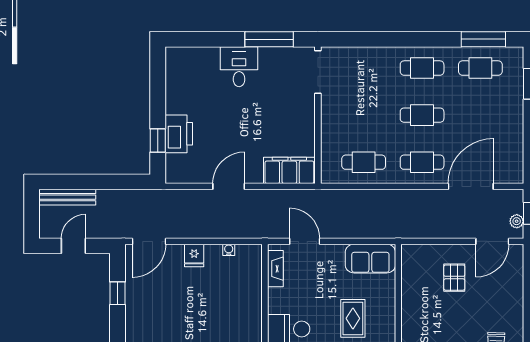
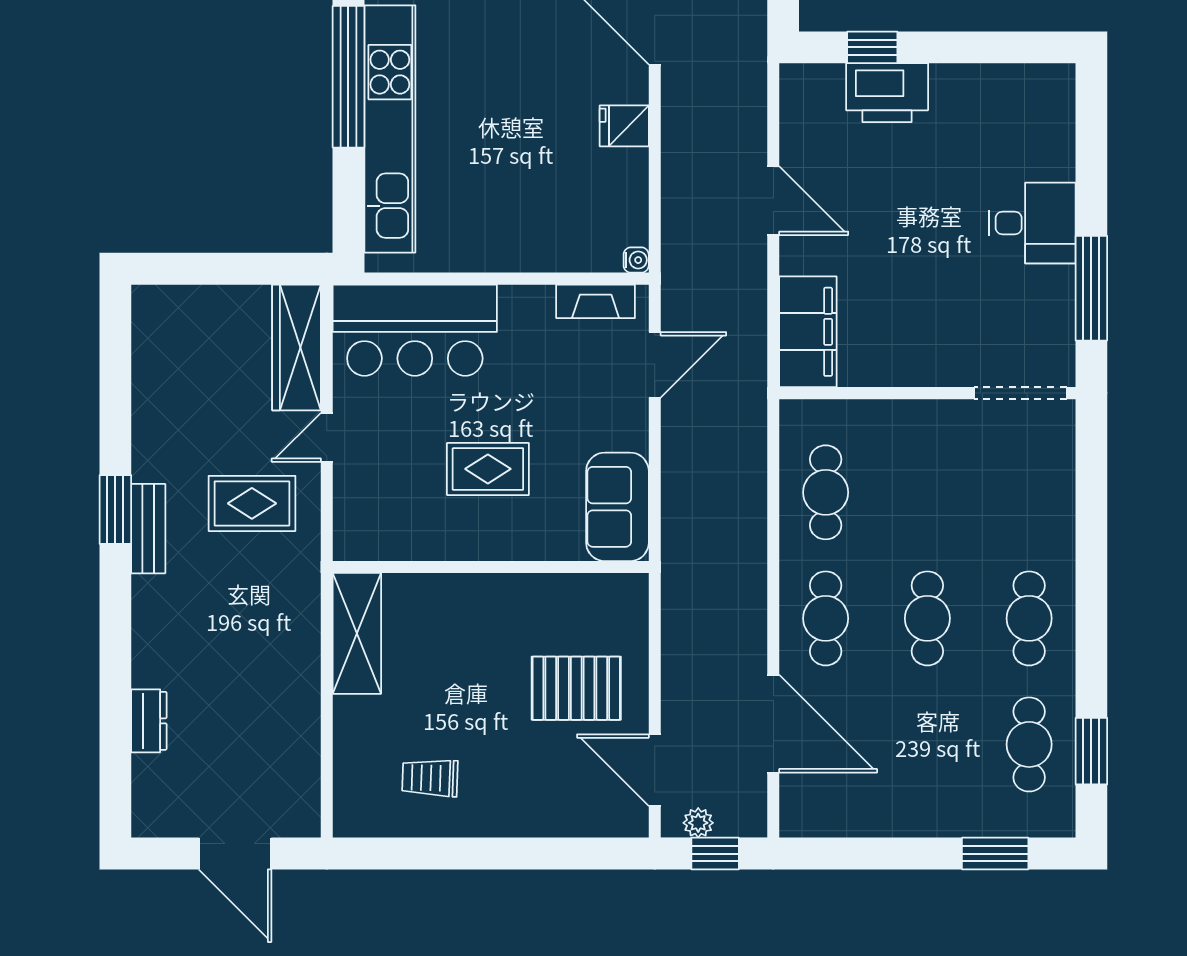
window: (483, 39) -> (1091, 751), width x0.69
water cooler: (229, 250) -> (636, 260), moved
pallet: (454, 278) -> (576, 688), width x1.50, depth x1.42

